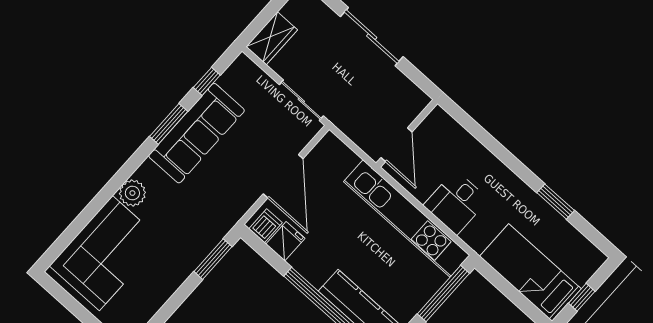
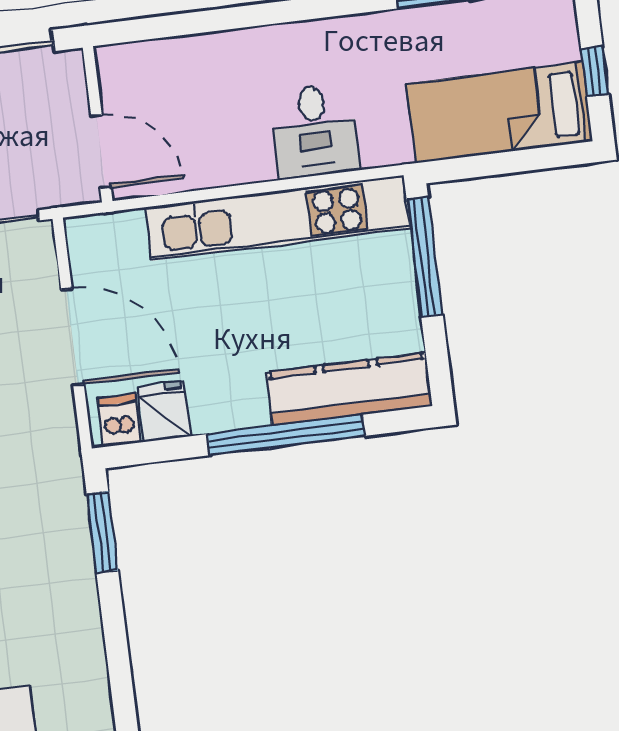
wall: (407, 133) -> (98, 124), moved
door: (396, 145) -> (101, 152), moved

